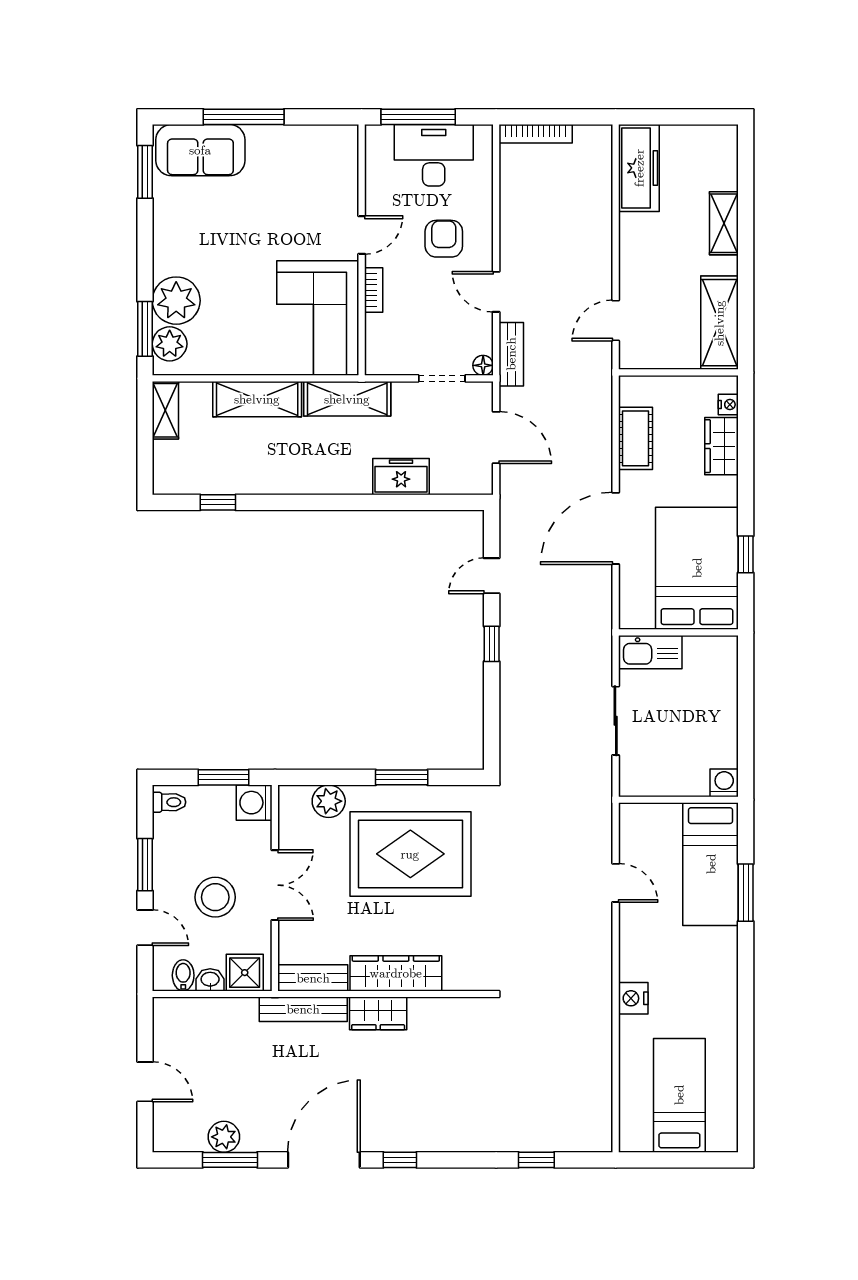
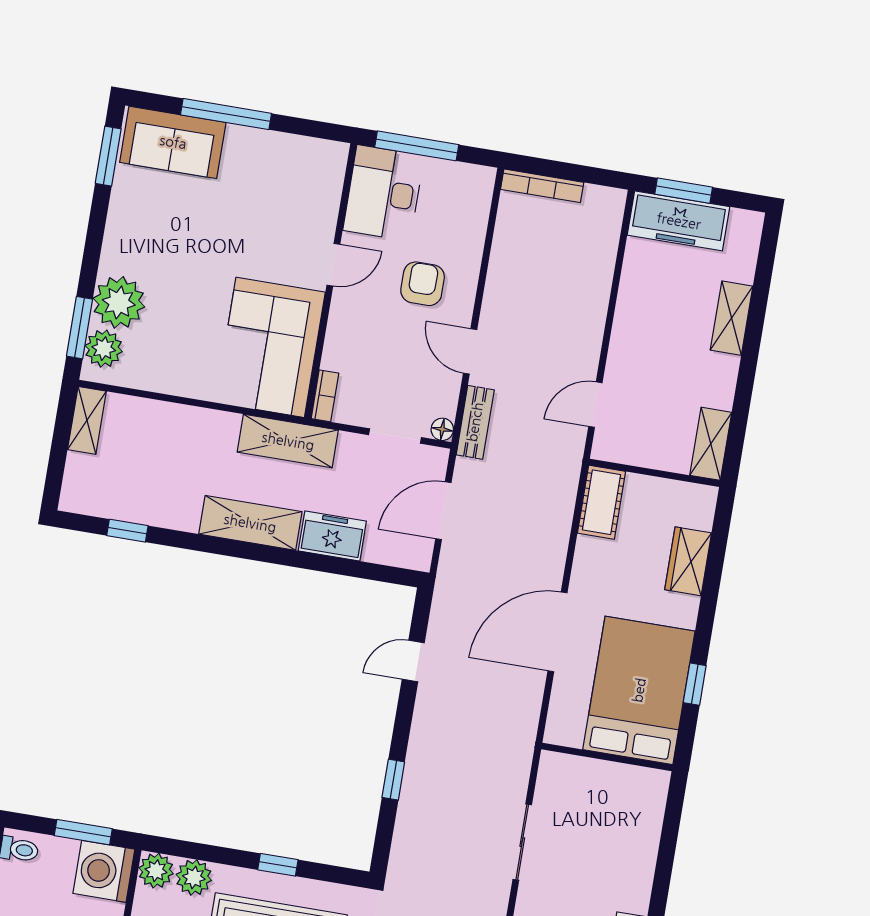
window: (662, 117) -> (684, 191), added
desk: (434, 155) -> (384, 193), moved, turned -90
freezer: (639, 168) -> (679, 221), moved, turned 90
bookcase: (374, 290) -> (325, 396), moved
shelving: (719, 323) -> (711, 444), width x0.67, depth x0.75
shelving: (257, 399) -> (250, 523), moved
nightstand: (728, 405) -> (703, 517), removed
door: (496, 438) -> (443, 511), swing flipped
cot: (636, 438) -> (601, 502), moved
window: (492, 644) -> (393, 780), moved
kitchen sink: (650, 652) -> (573, 773), removed
window: (402, 777) -> (278, 865), width x0.67
plant: (294, 801) -> (156, 871), added
washing machine: (254, 803) -> (104, 871), width x1.37, depth x1.37

